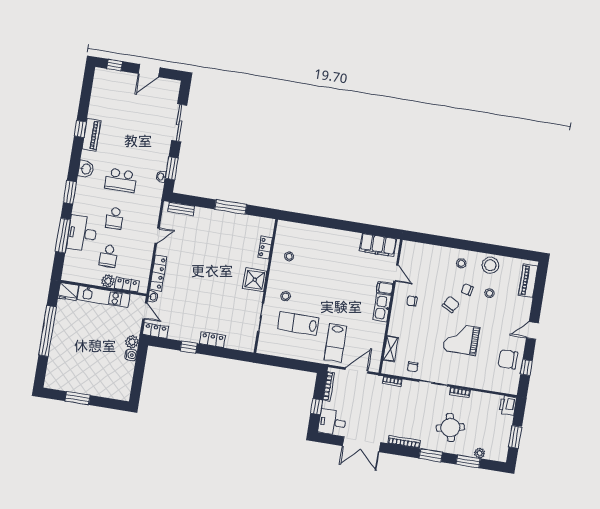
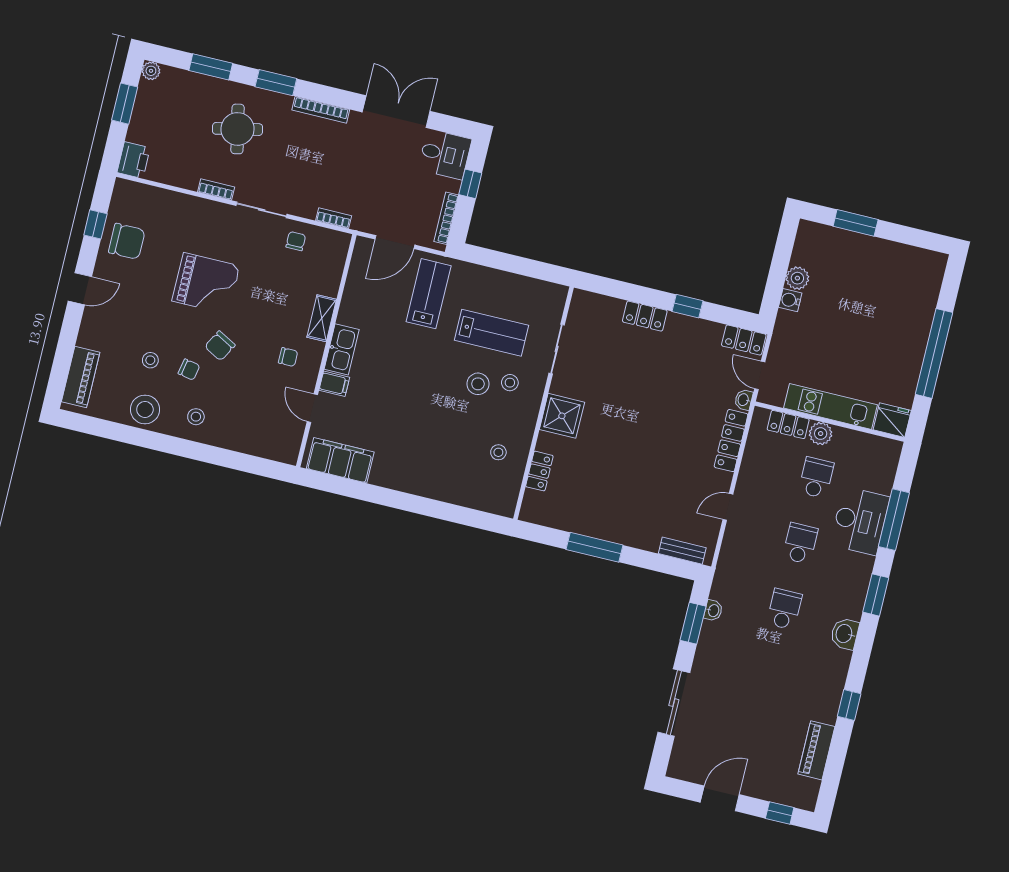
piano: (91, 135) -> (816, 750), moved
school desk: (121, 180) -> (784, 609), width x0.54
stool: (304, 294) -> (478, 384), added
plant: (132, 342) -> (797, 278), moved
shelving: (391, 349) -> (322, 318), moved
window: (78, 398) -> (856, 223), moved
plant: (480, 453) -> (151, 71), moved

